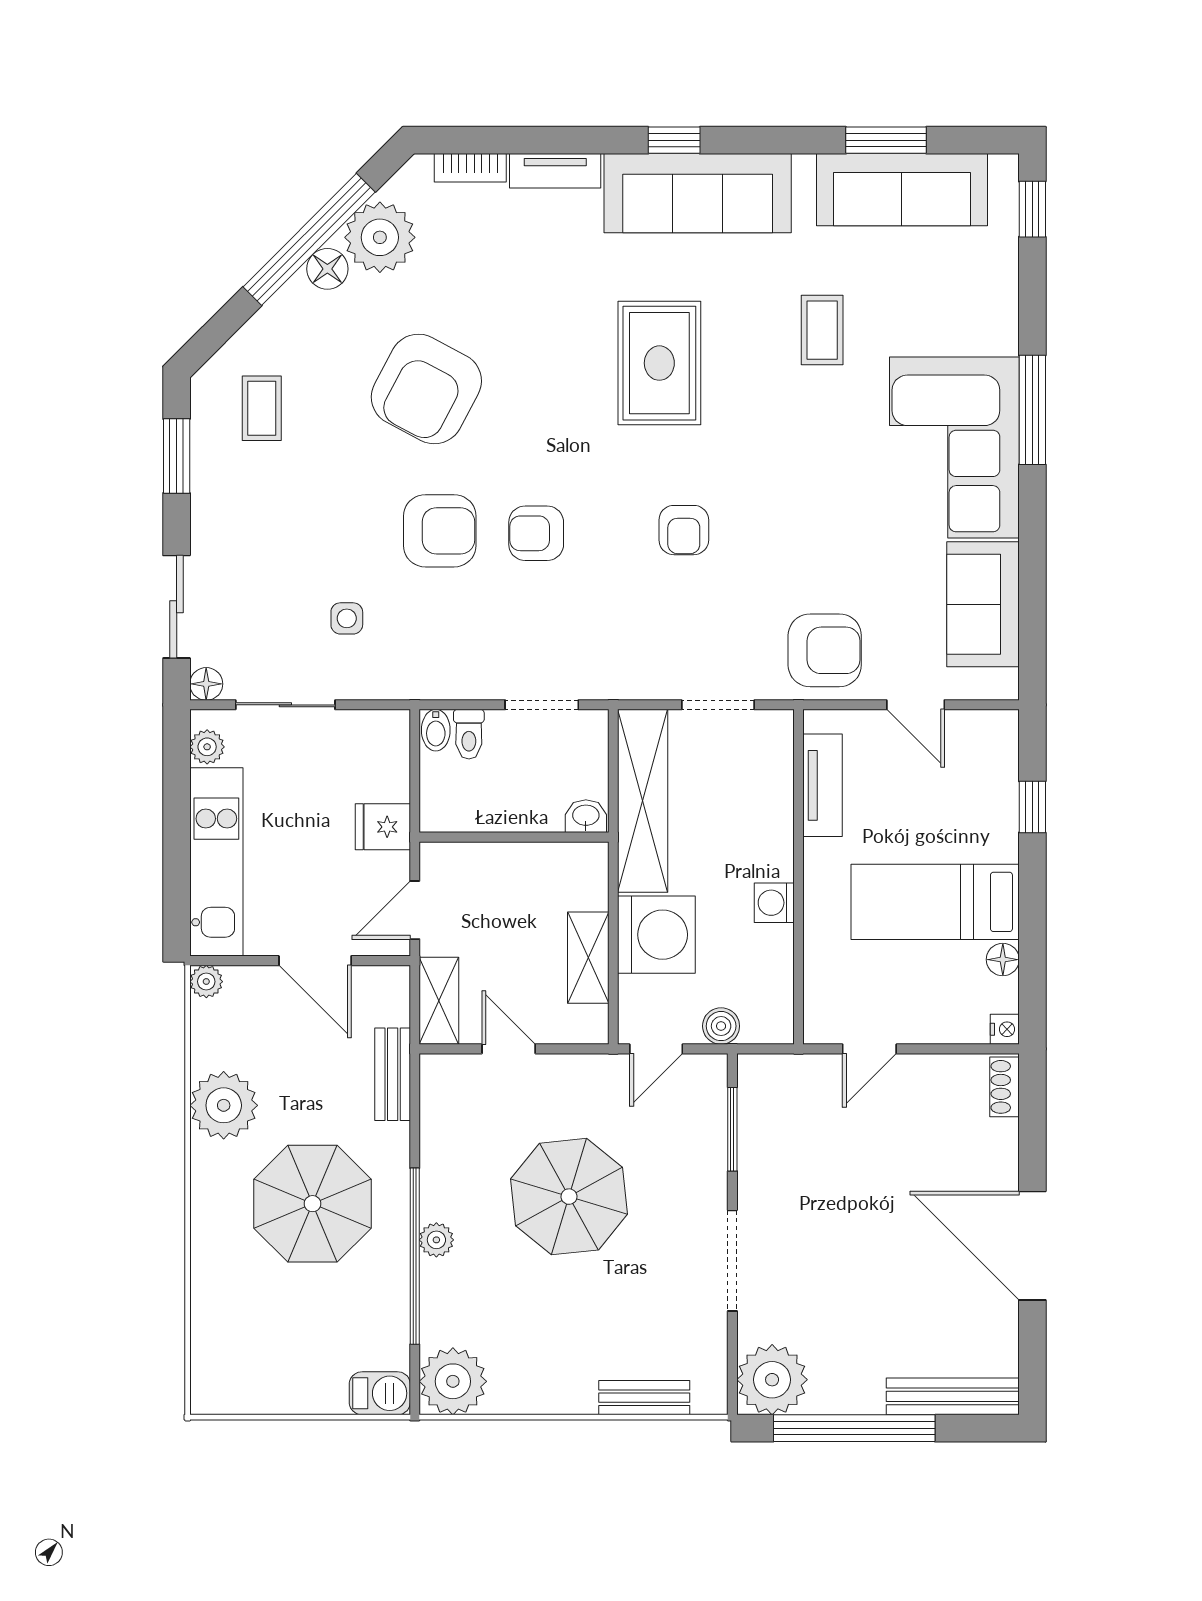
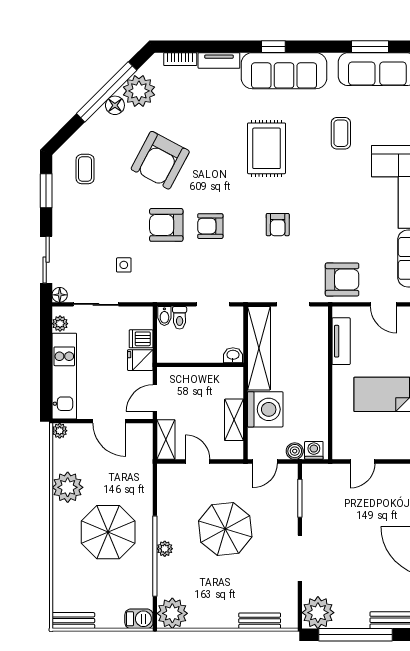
armchair: (440, 531) -> (166, 225), turned 180
dishwasher: (385, 780) -> (141, 339), added
washing machine: (774, 903) -> (314, 450), moved, turned 90
bench: (393, 1074) -> (73, 621), moved, turned 90

